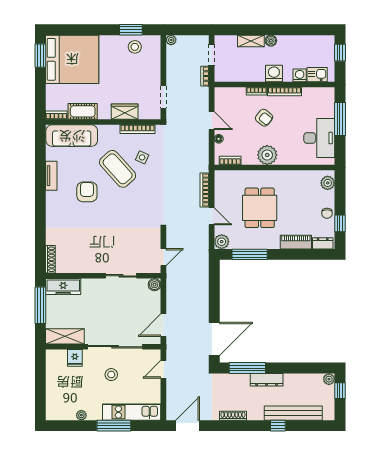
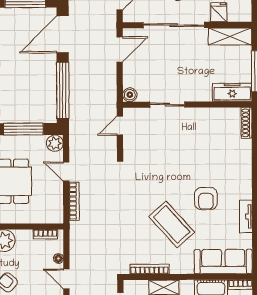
side table: (142, 157) -> (144, 237), removed
window: (214, 289) -> (63, 90), added

